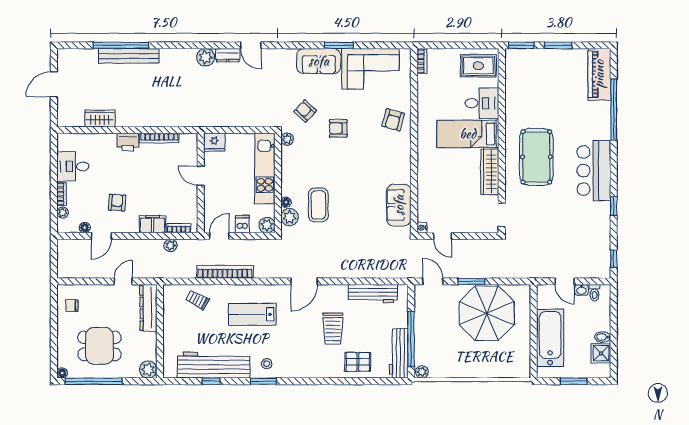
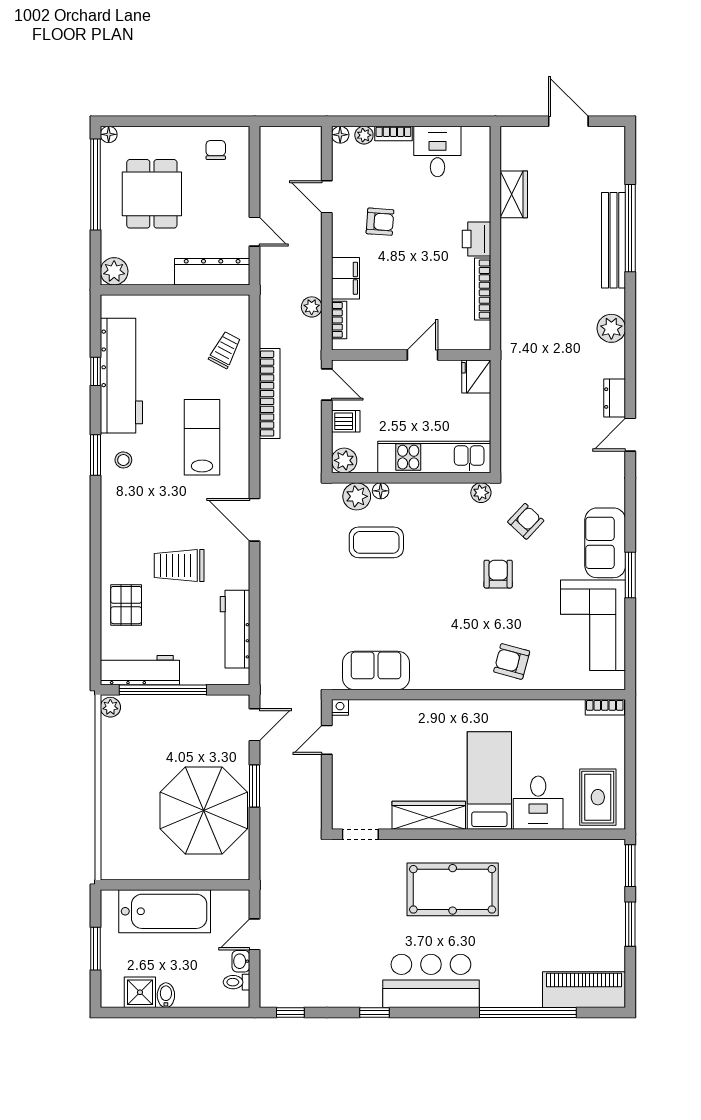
plant: (206, 57) -> (611, 328), moved
floor lamp: (85, 228) -> (340, 135), moved

